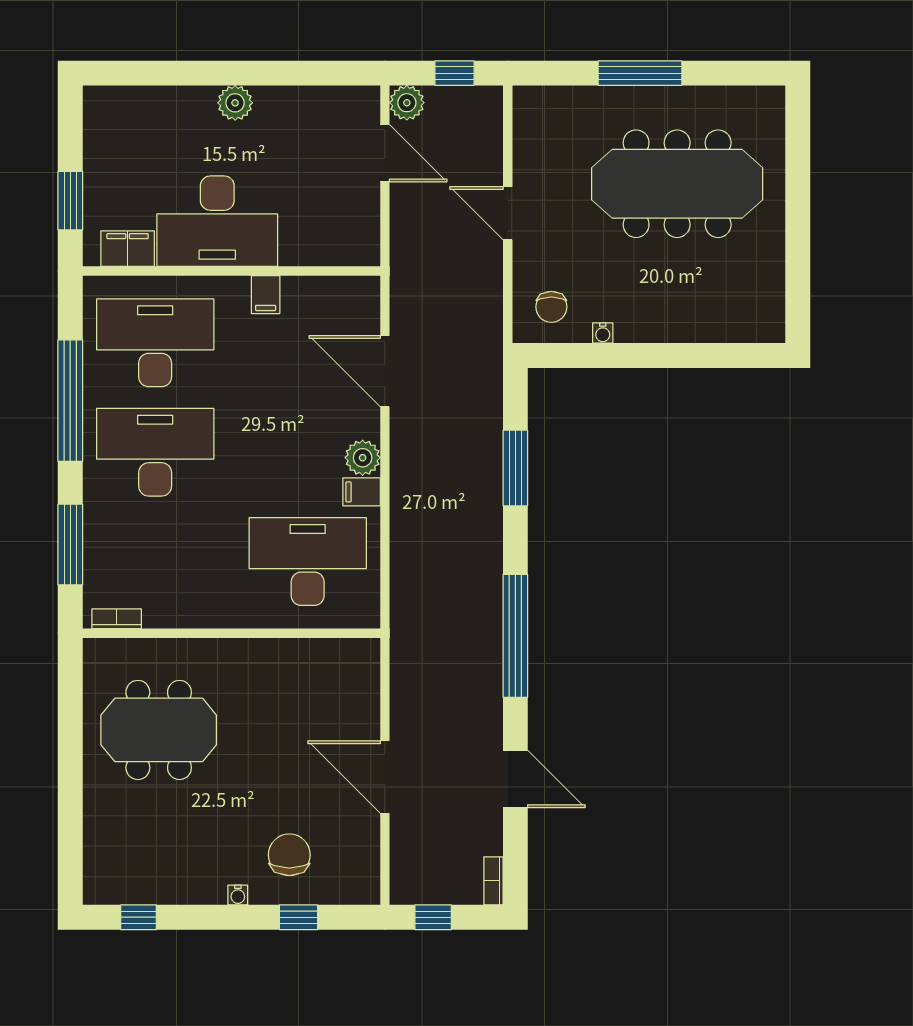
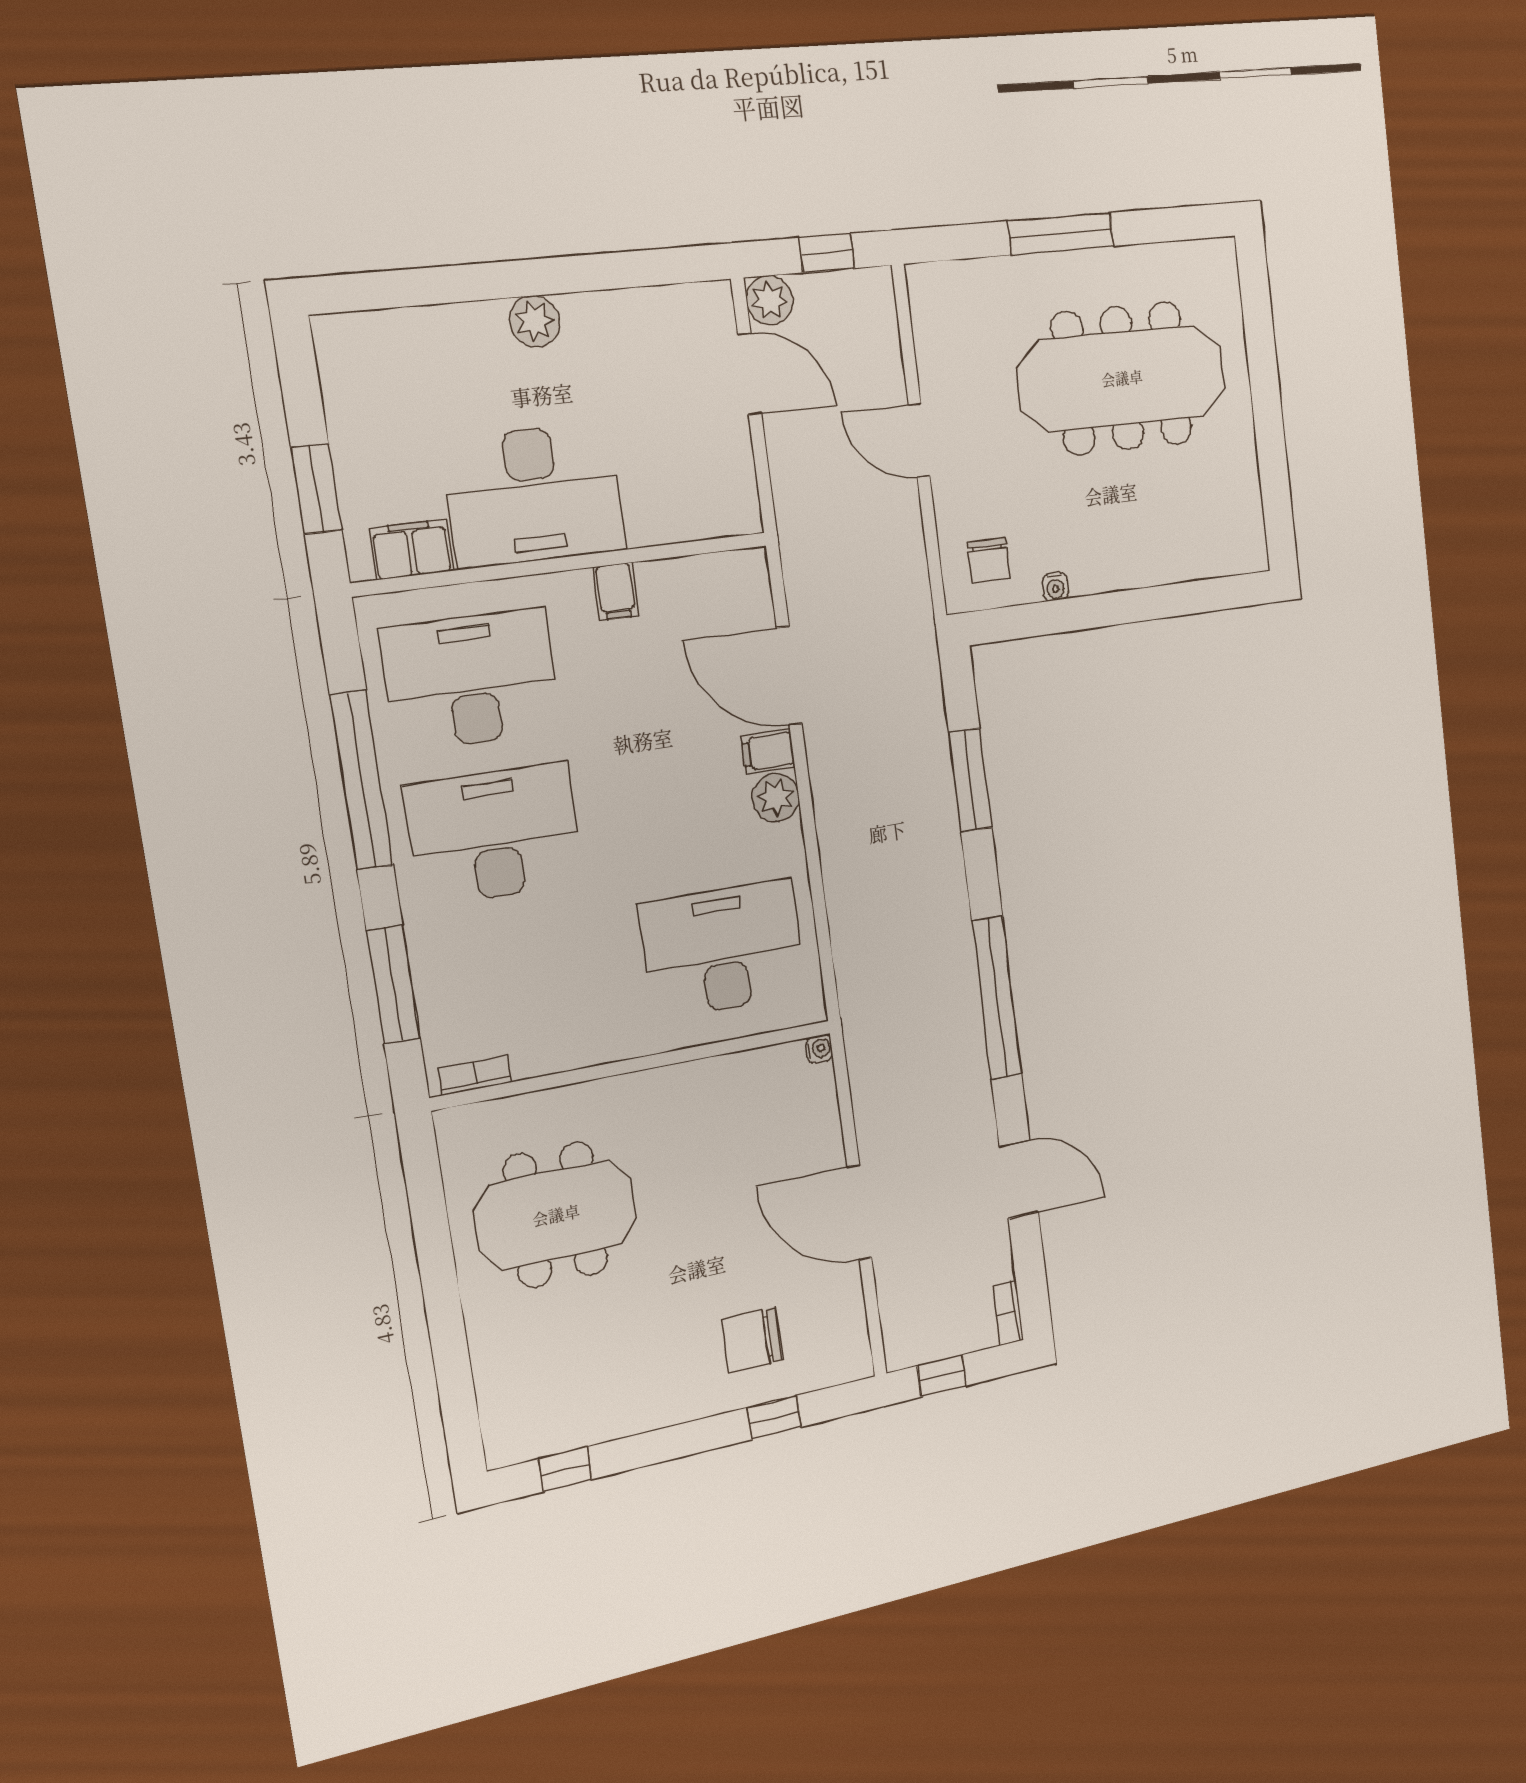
filing cabinet: (362, 492) -> (768, 751), moved
chair: (289, 855) -> (752, 1340), turned -90
water cooler: (238, 895) -> (819, 1049), moved, turned -90

